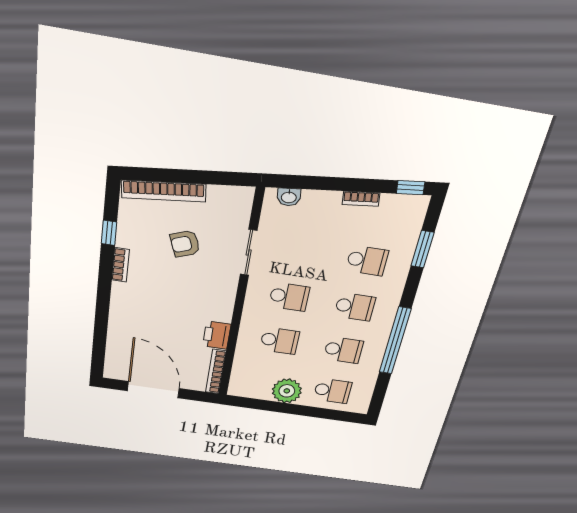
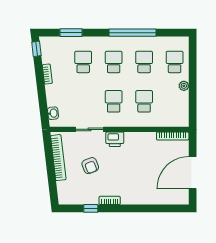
bookcase: (164, 191) -> (58, 158), moved
printer: (217, 335) -> (115, 139), moved
plant: (287, 391) -> (184, 86), width x0.53, depth x0.53

